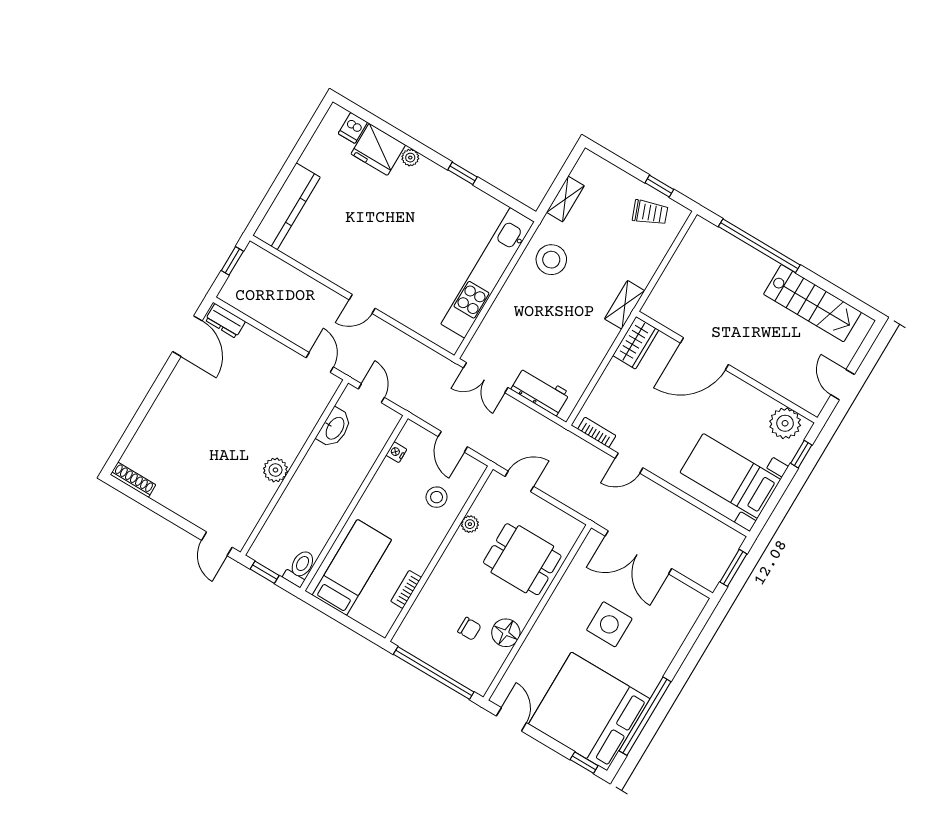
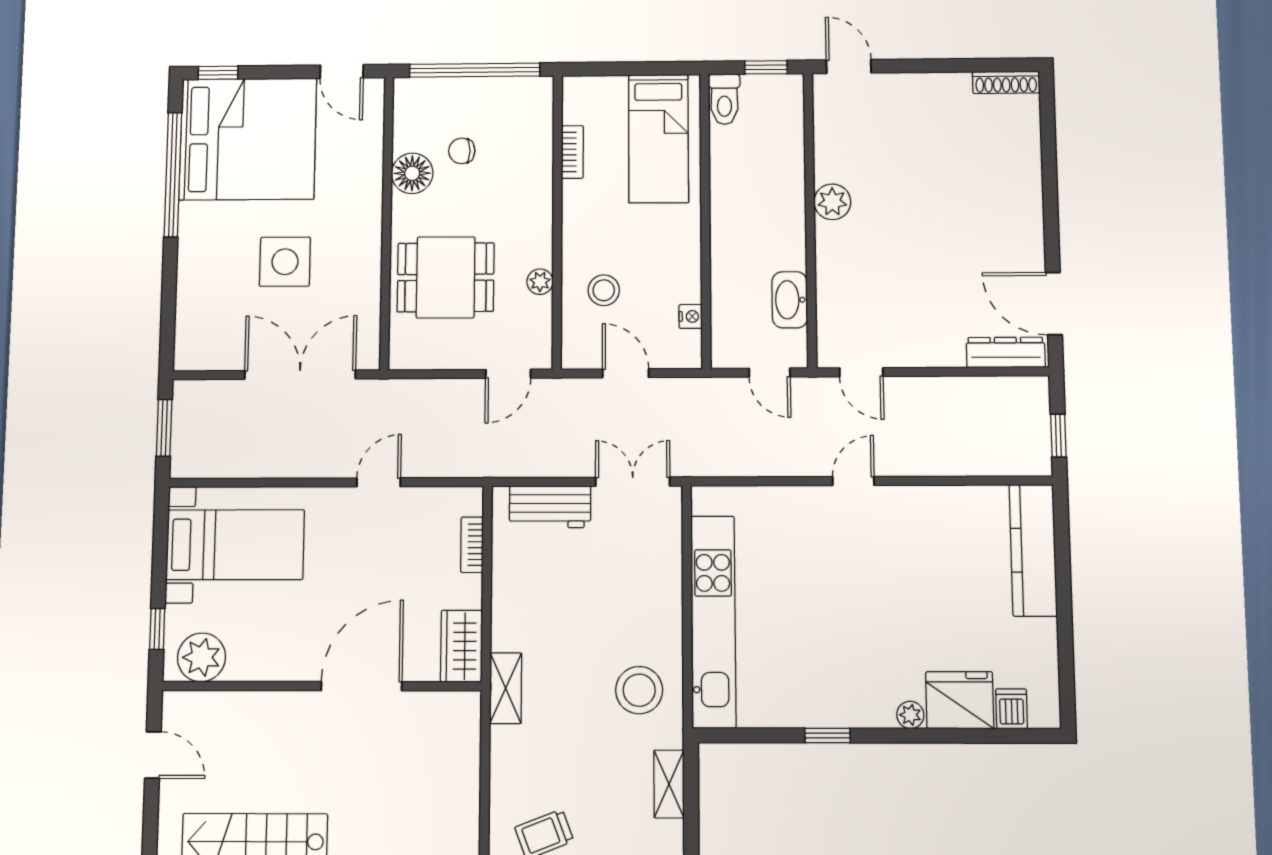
dresser: (225, 321) -> (1006, 352), width x1.44
bookcase: (597, 432) -> (472, 545), moved, turned 90

